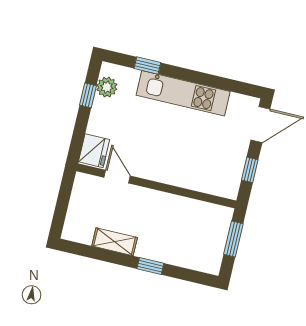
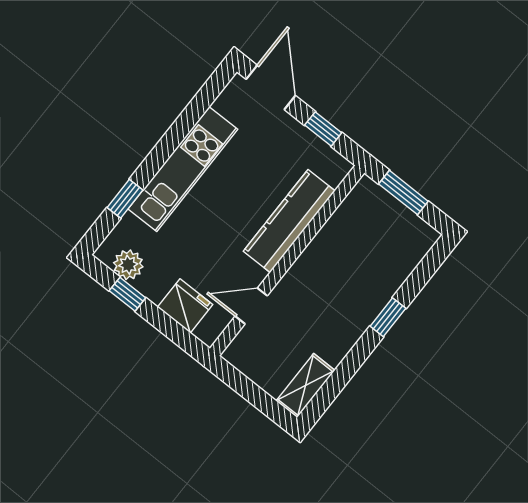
fridge: (94, 151) -> (185, 306), moved
kitchen counter: (182, 175) -> (289, 221), added
shelving: (115, 242) -> (305, 386), moved

